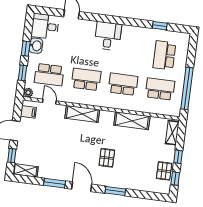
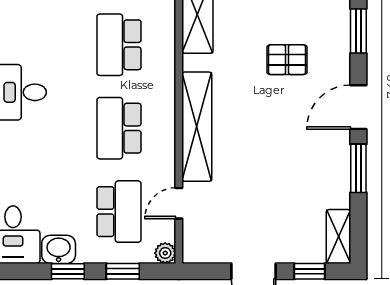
filing cabinet: (28, 112) -> (208, 247), removed
shelving: (82, 114) -> (197, 127), width x1.47

